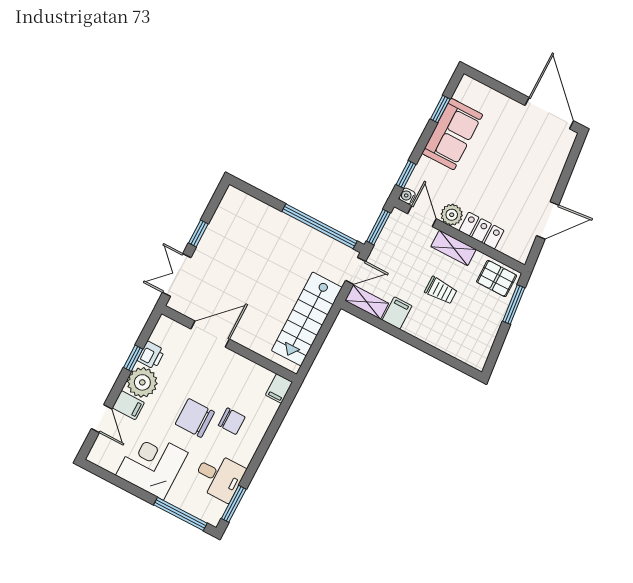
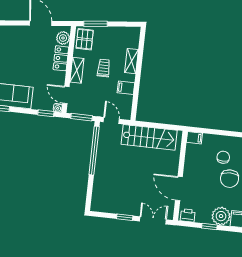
plant: (452, 215) -> (63, 38), moved
door: (422, 216) -> (66, 95), hinge flipped
double door: (177, 275) -> (153, 220), swing flipped
shelving: (367, 302) -> (131, 61), moved
printer: (151, 355) -> (188, 215), moved

